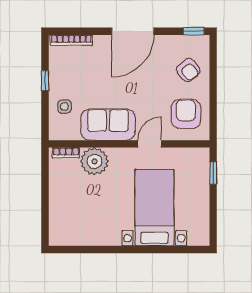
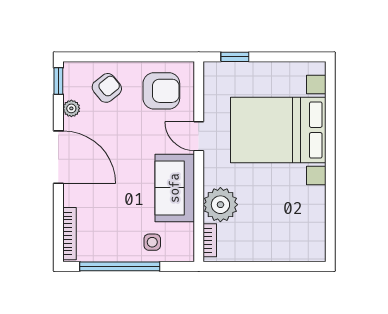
plant: (172, 42) -> (71, 108), added
window: (45, 80) -> (120, 266), width x3.17
armchair: (186, 114) -> (161, 91), turned 180
bed with nightstands: (154, 208) -> (278, 130), width x1.36

